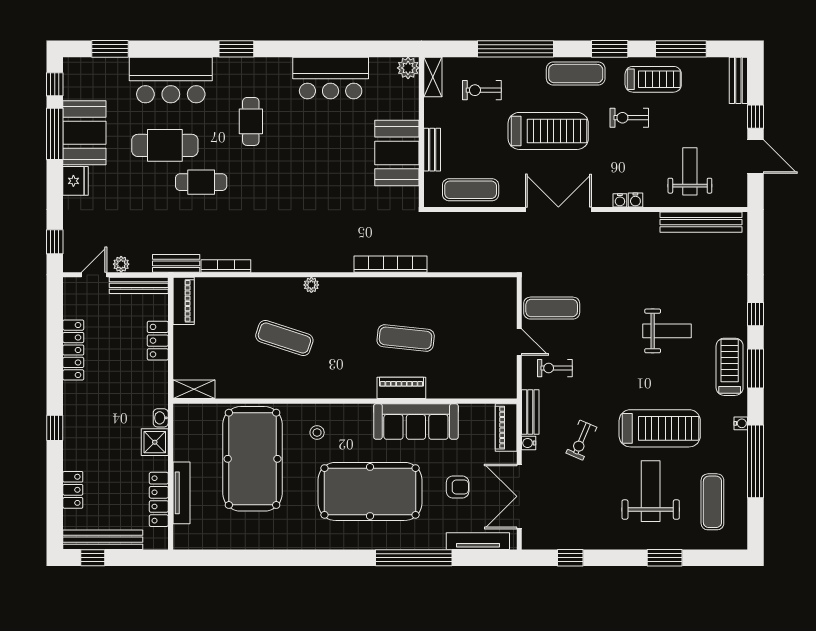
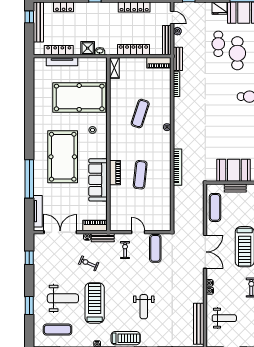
cafe table: (201, 182) -> (218, 44), moved
locker: (158, 341) -> (133, 50), width x1.53
door: (519, 342) -> (138, 232), swing flipped
treadmill: (660, 428) -> (95, 303), turned 180
armchair: (458, 487) -> (65, 201), removed

